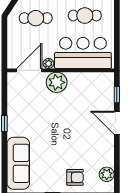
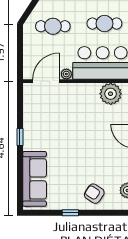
plant: (57, 82) -> (111, 94), moved
armchair: (75, 177) -> (94, 194), turned -147

